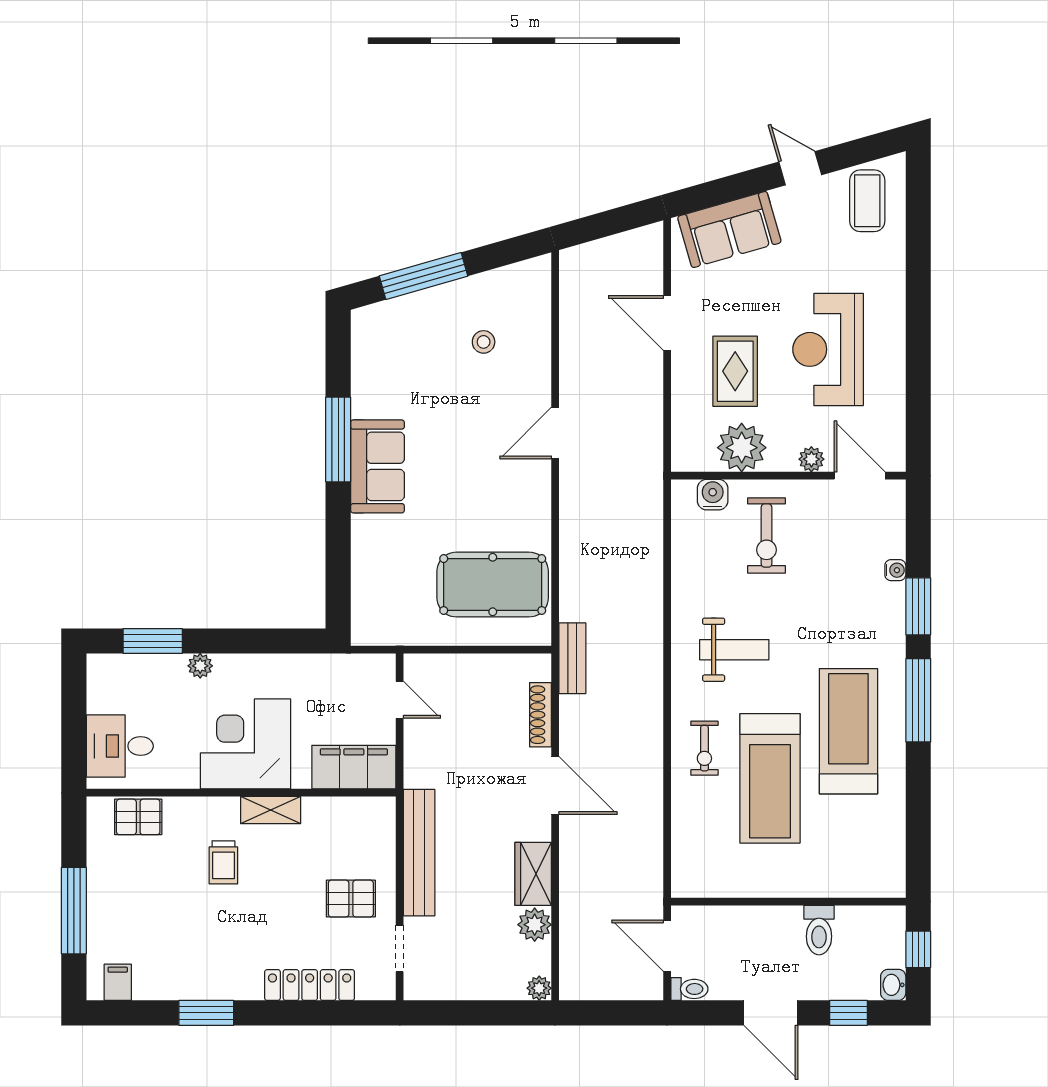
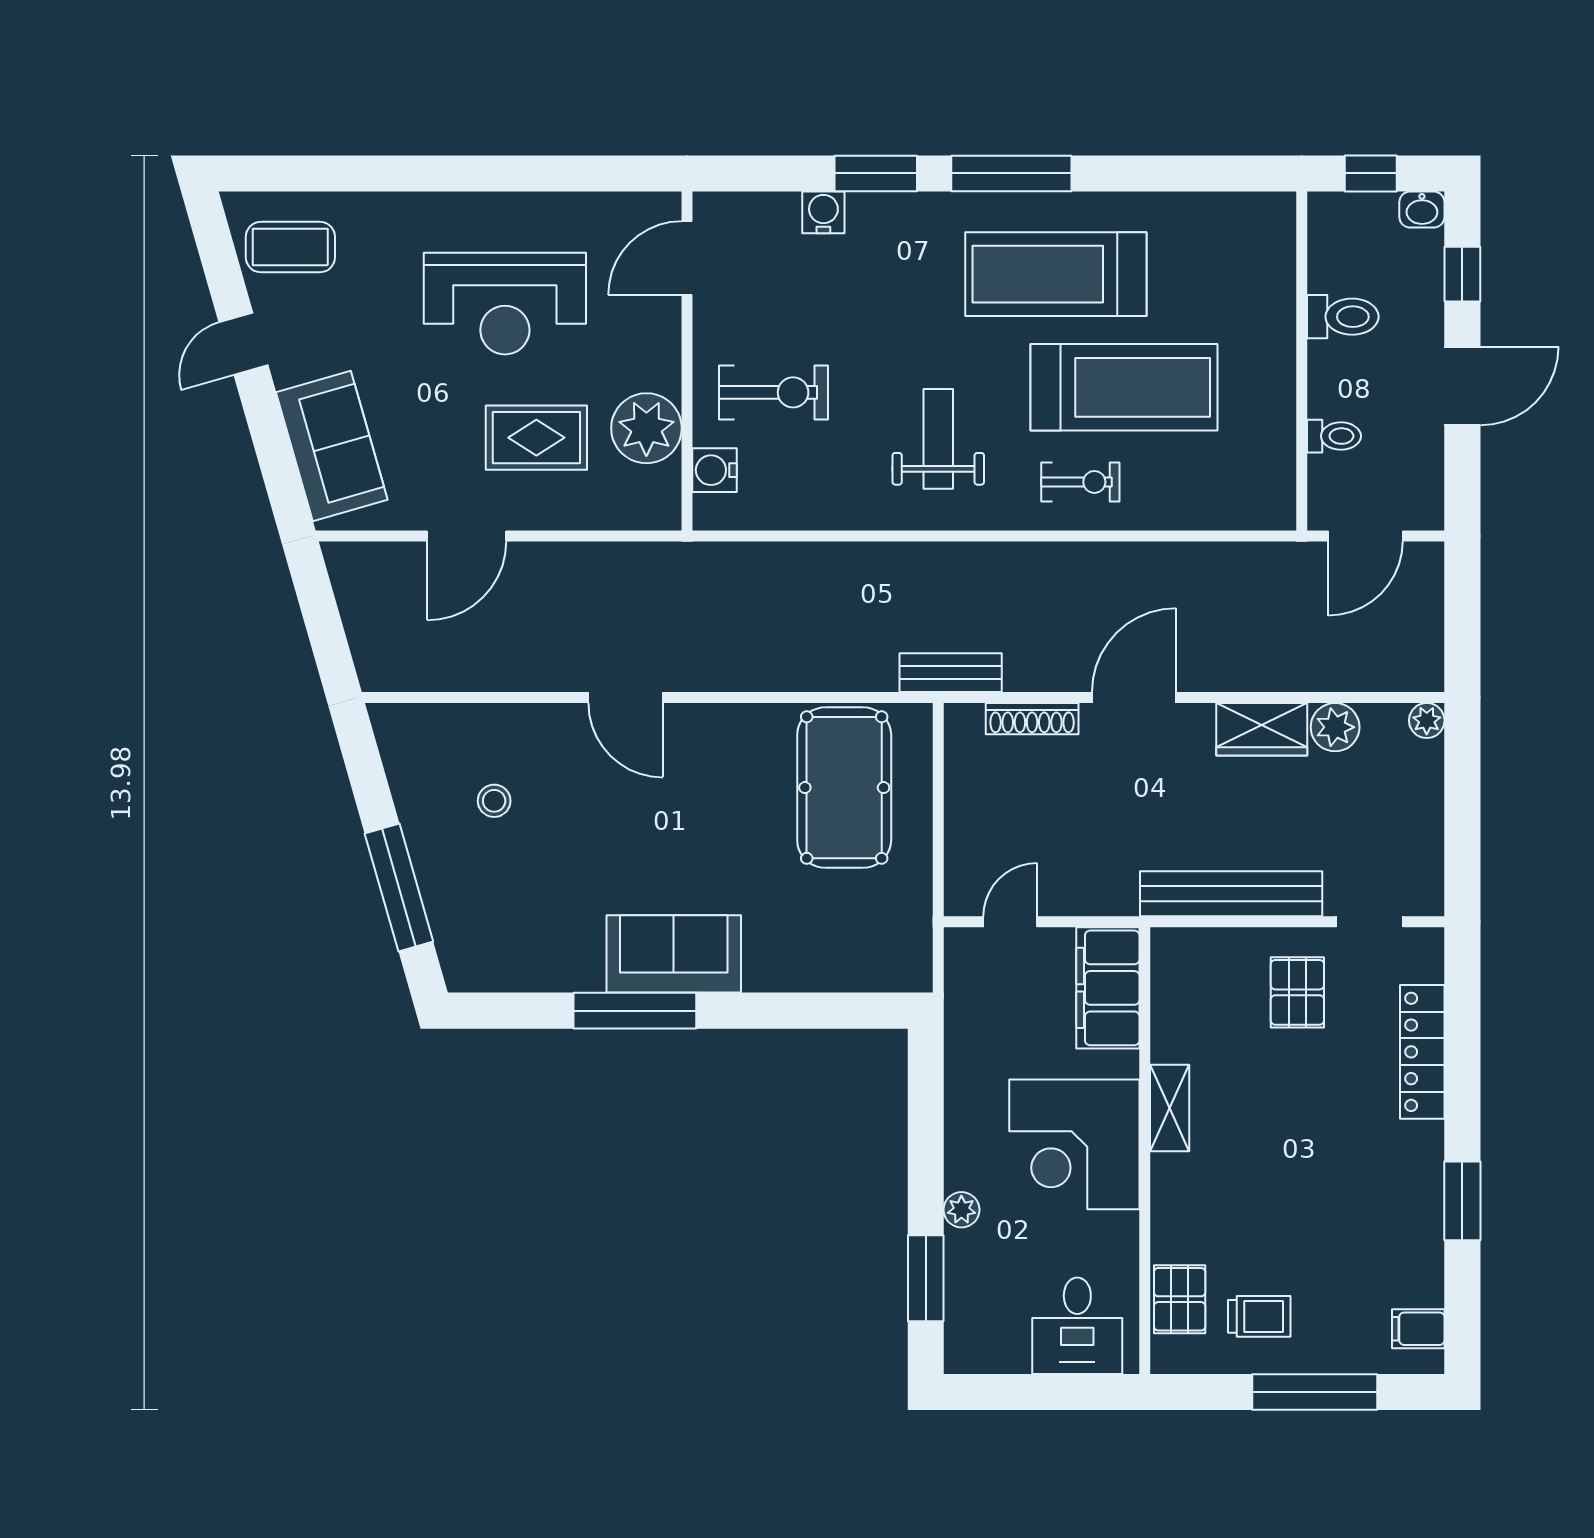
plant: (811, 459) -> (663, 328), removed
water cooler: (895, 570) -> (823, 212), width x1.38, depth x1.38
trolley: (223, 862) -> (1259, 1316), moved
toilet: (689, 989) -> (1334, 436), moved, turned 90

